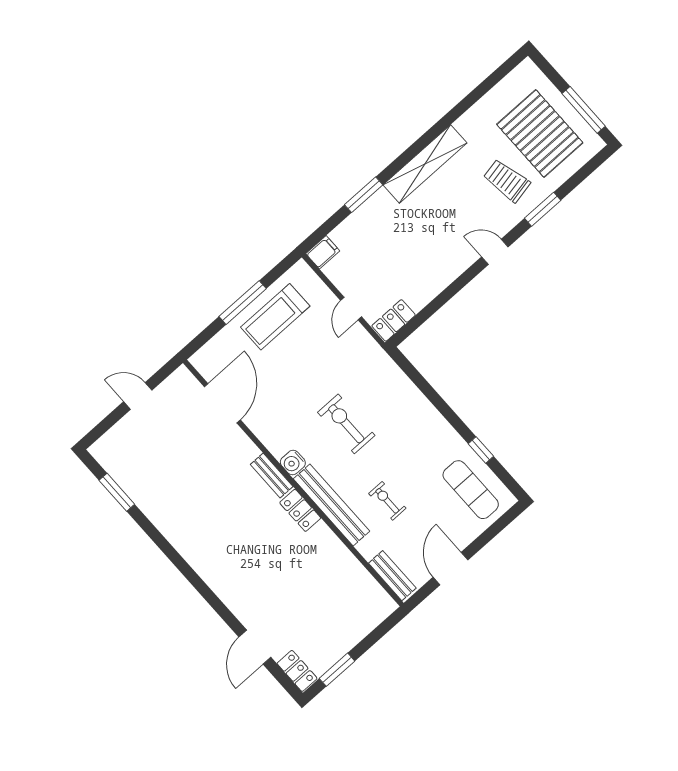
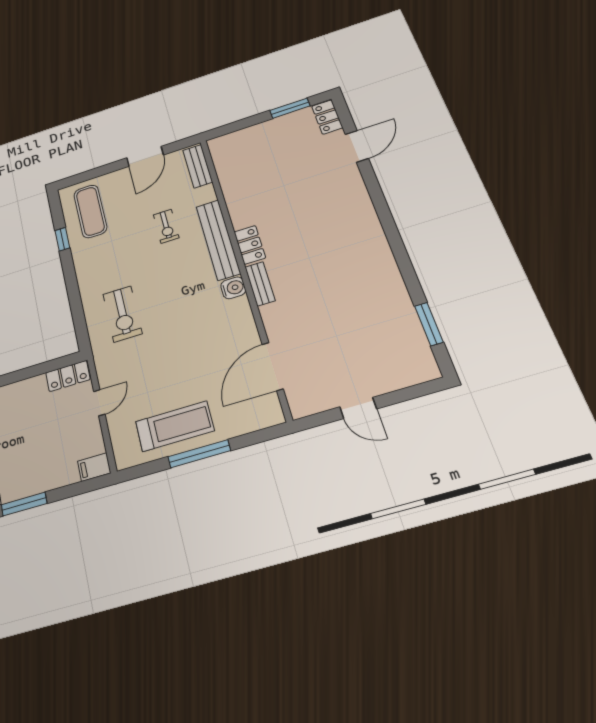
exercise bike: (346, 424) -> (122, 314), moved

